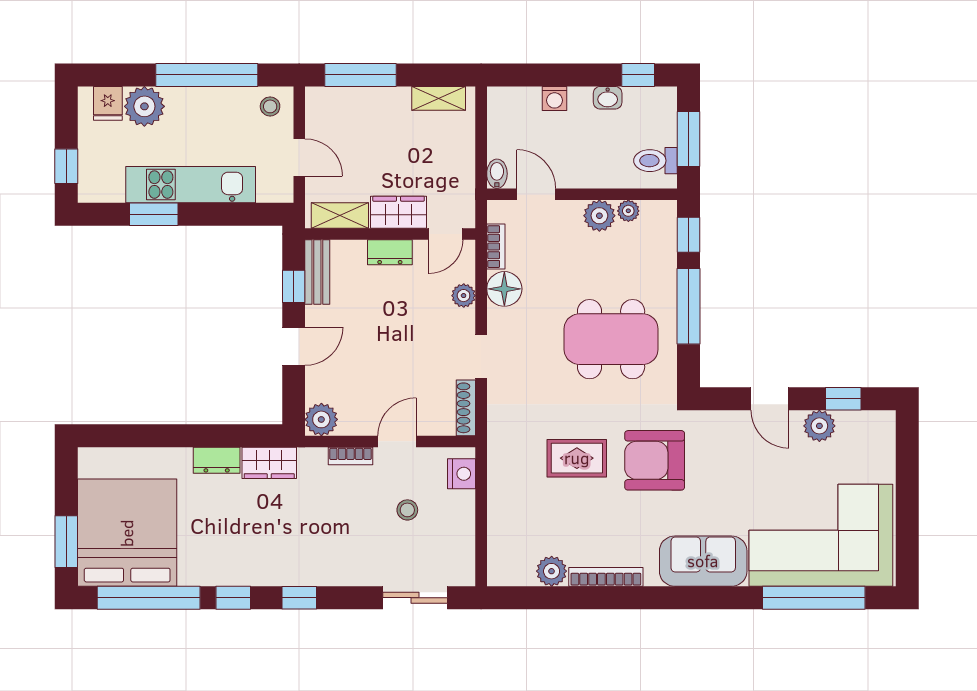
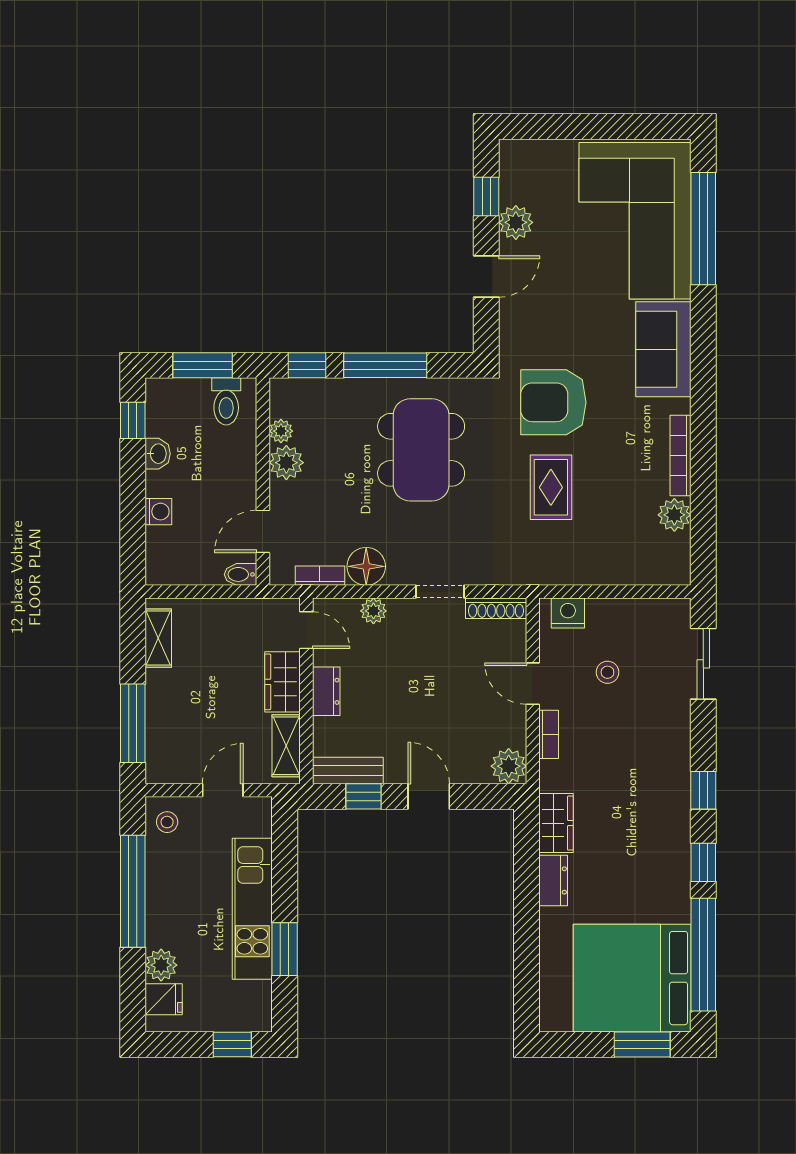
plant: (144, 106) -> (161, 965), width x0.73, depth x0.73
armchair: (655, 460) -> (553, 402), turned 90

